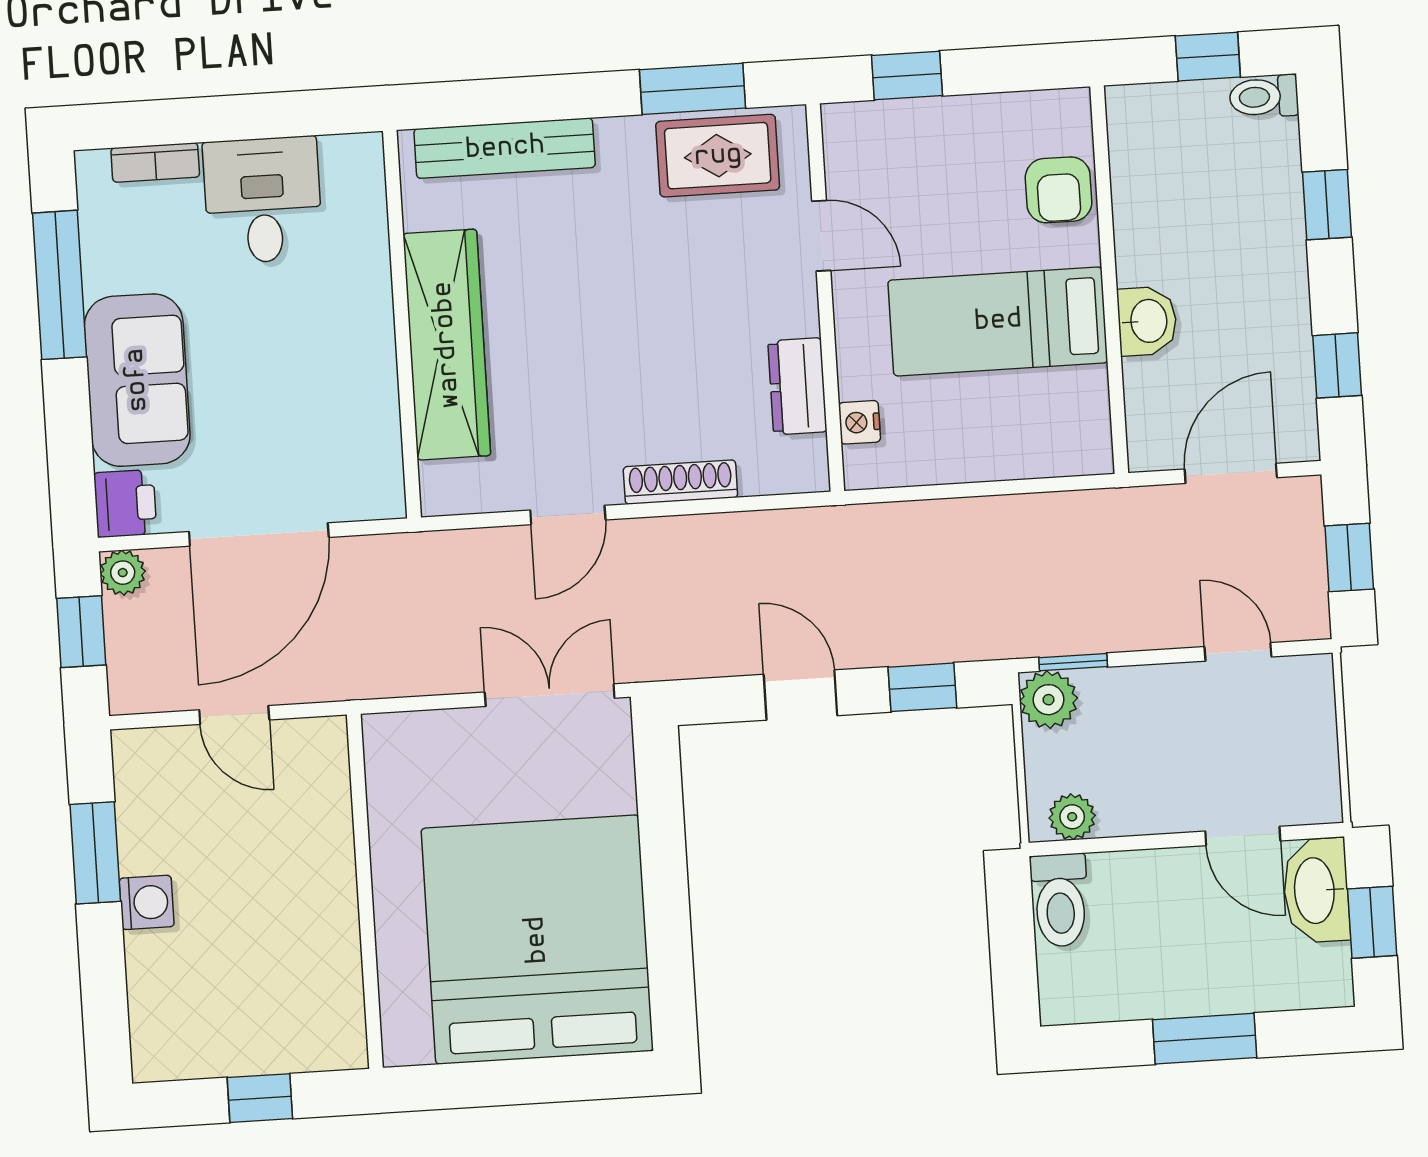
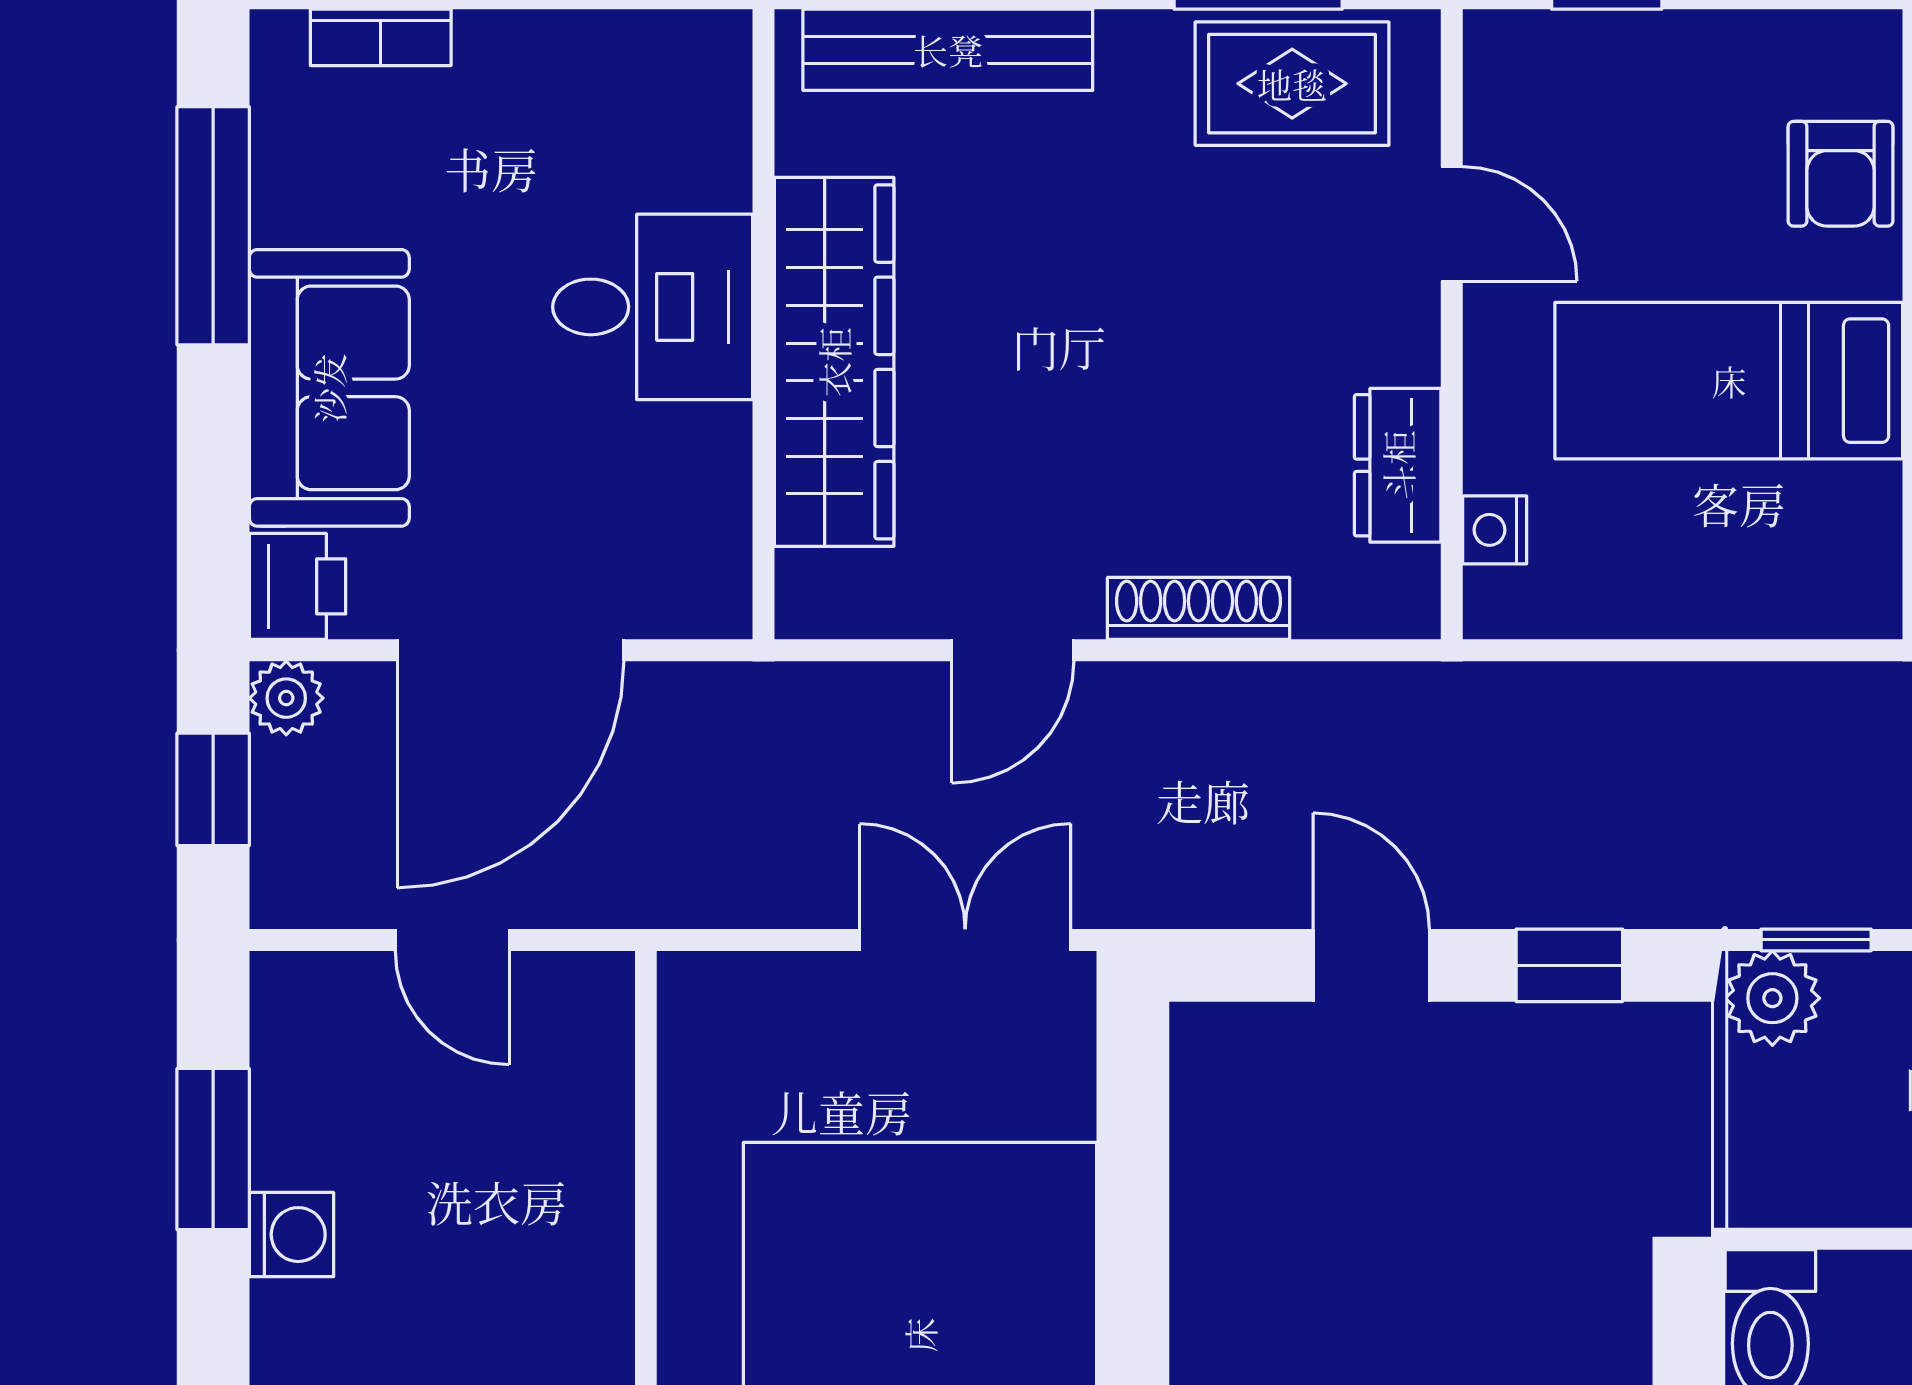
desk: (263, 200) -> (653, 307), moved, turned 90
plant: (1072, 817) -> (1799, 1190), removed

